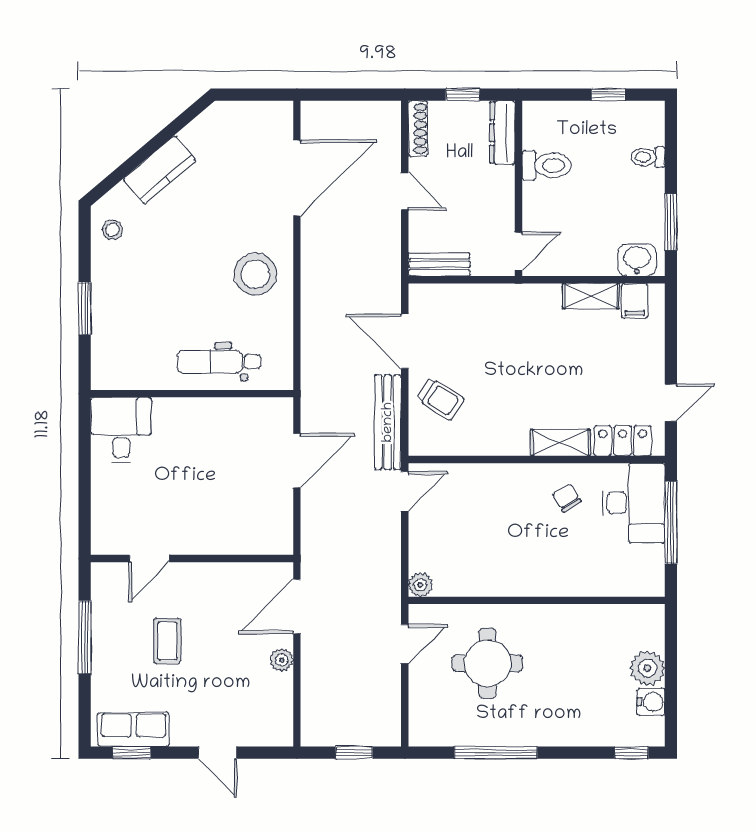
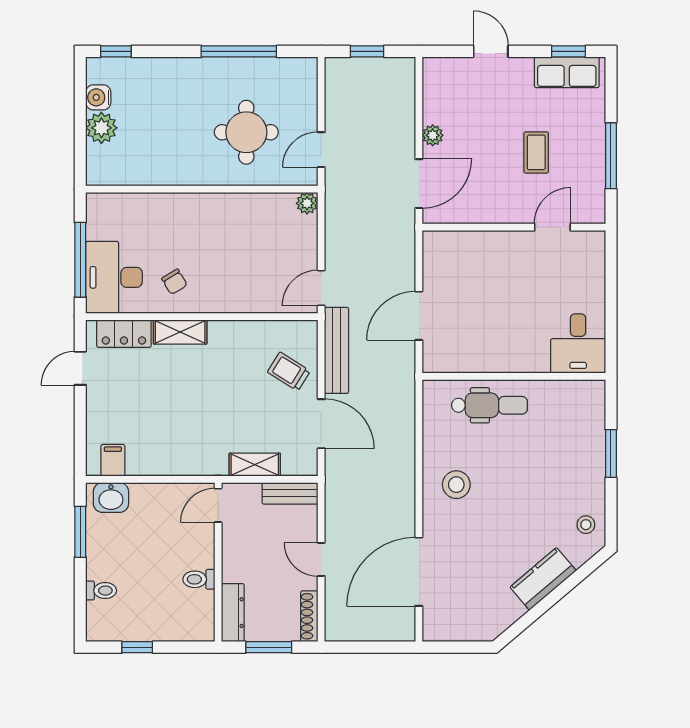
window: (463, 95) -> (269, 647), width x1.50
toilet: (547, 165) -> (199, 579), width x0.73, depth x0.72
stool: (255, 274) -> (456, 485), width x0.73, depth x0.73
shelving: (591, 296) -> (255, 465), moved

